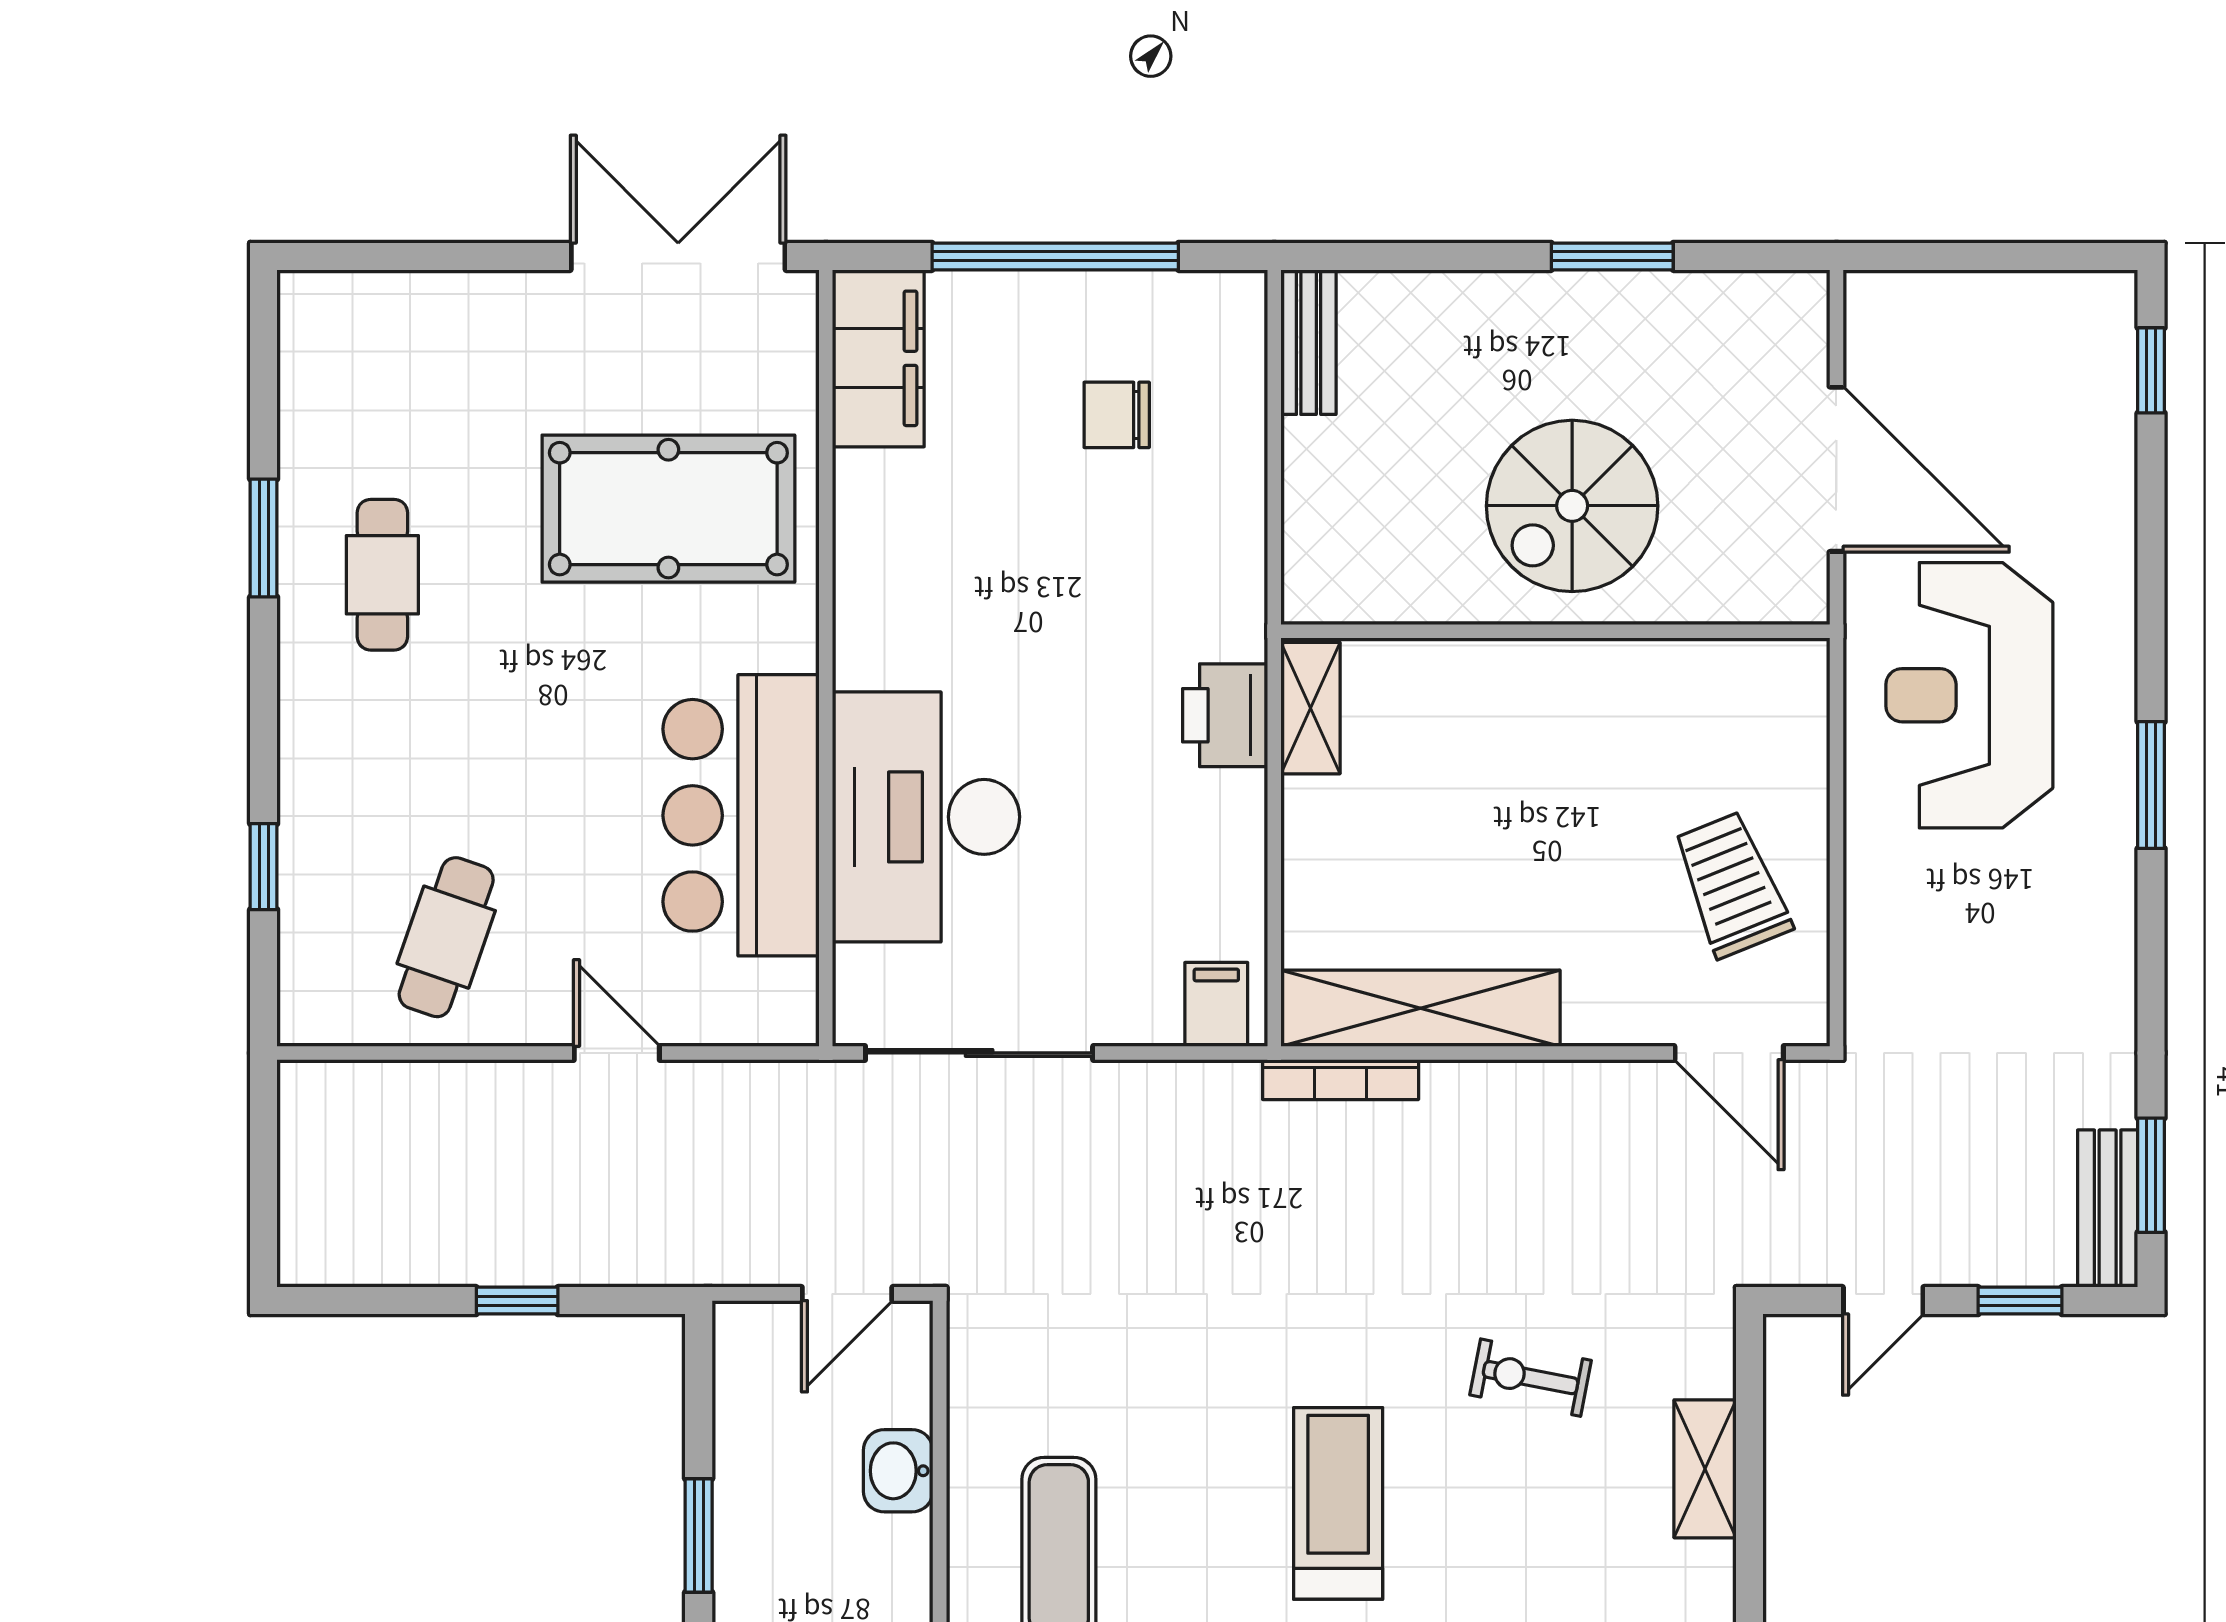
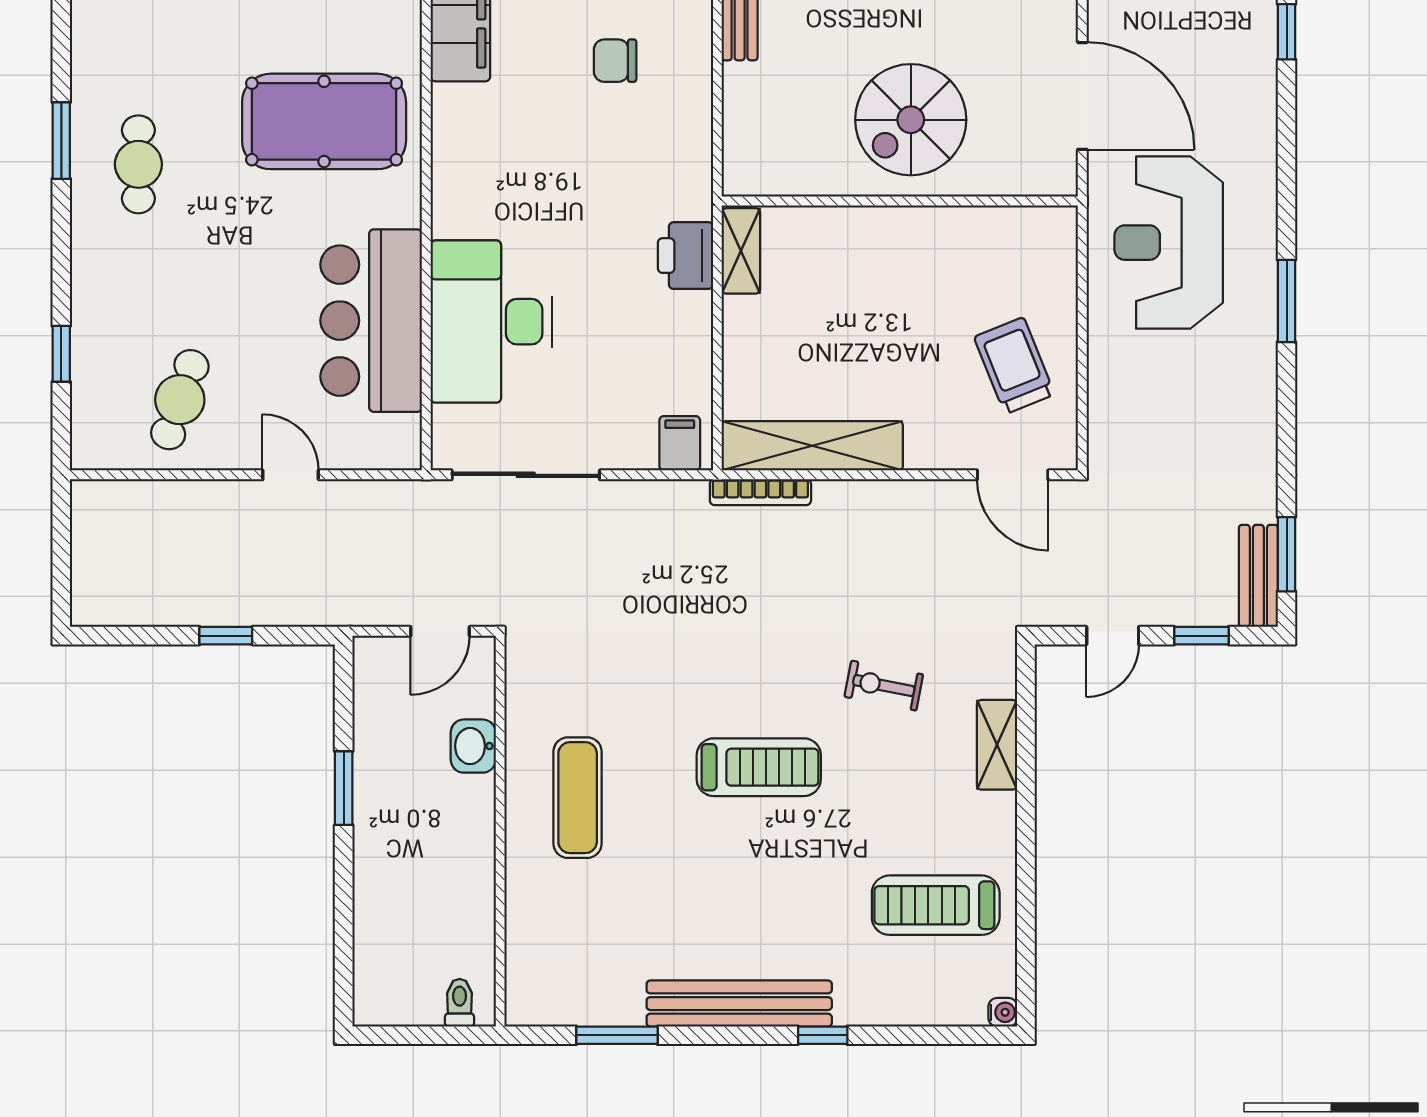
treadmill: (1338, 1503) -> (759, 767), turned 90

